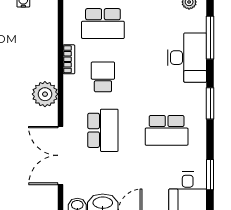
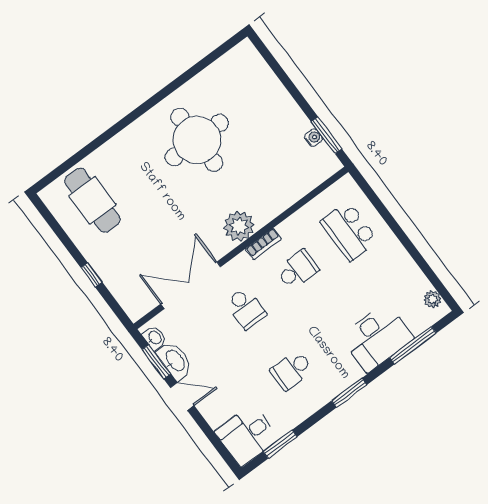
bookcase: (69, 59) -> (263, 244), moved
school desk: (103, 130) -> (246, 308), width x0.54
school desk: (167, 130) -> (292, 370), width x0.54

